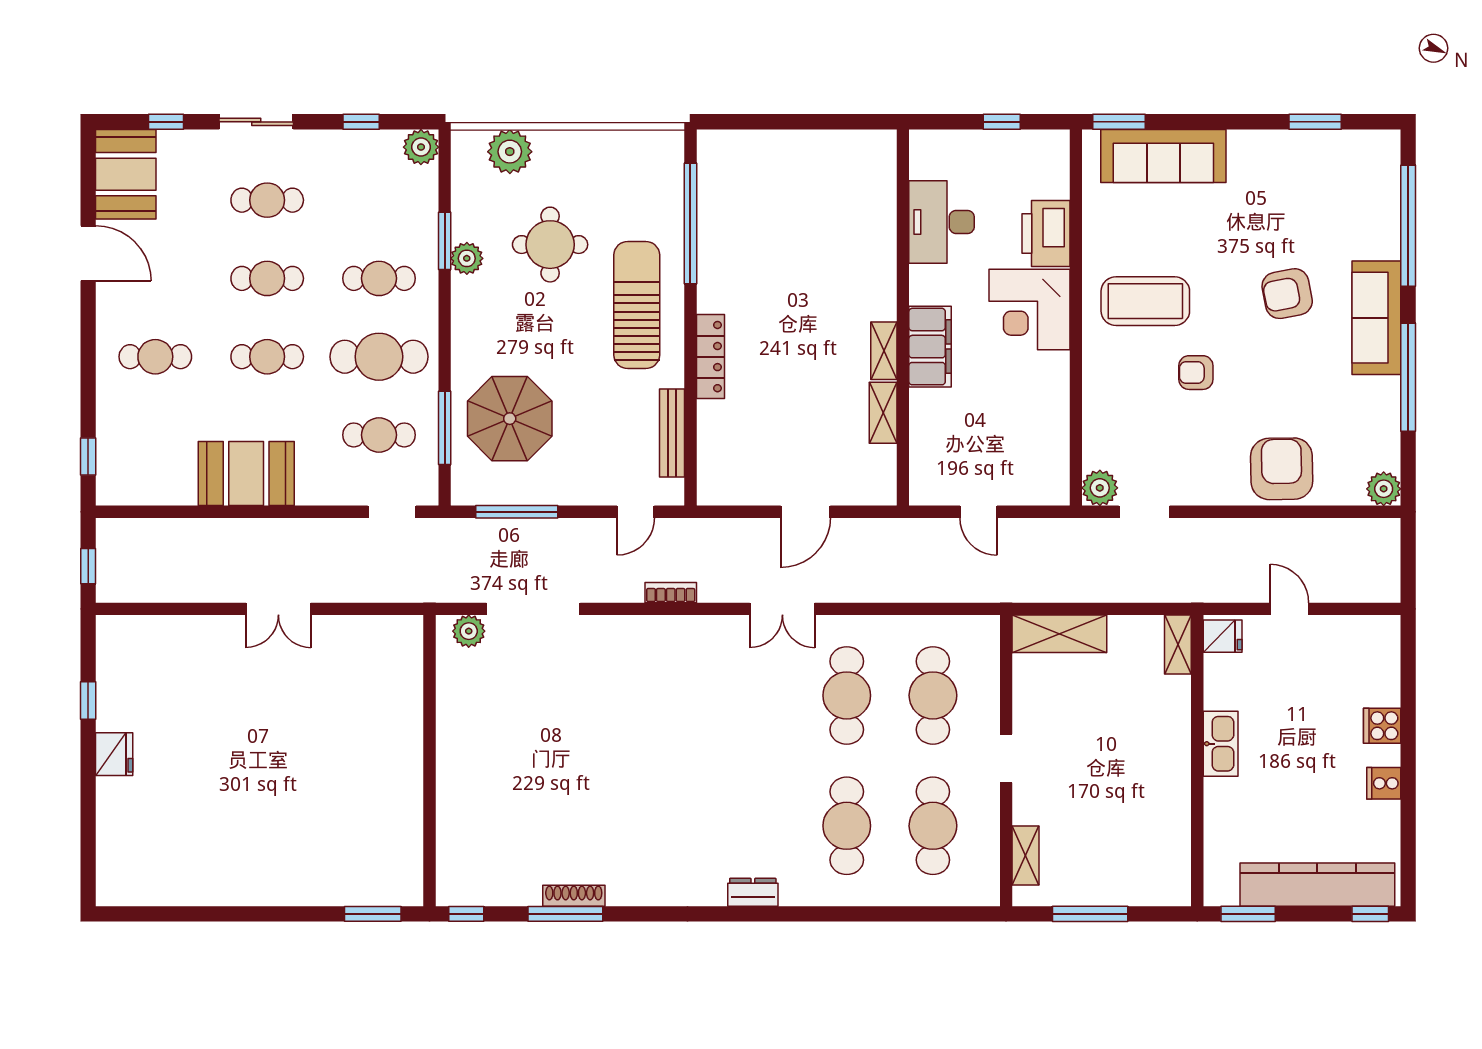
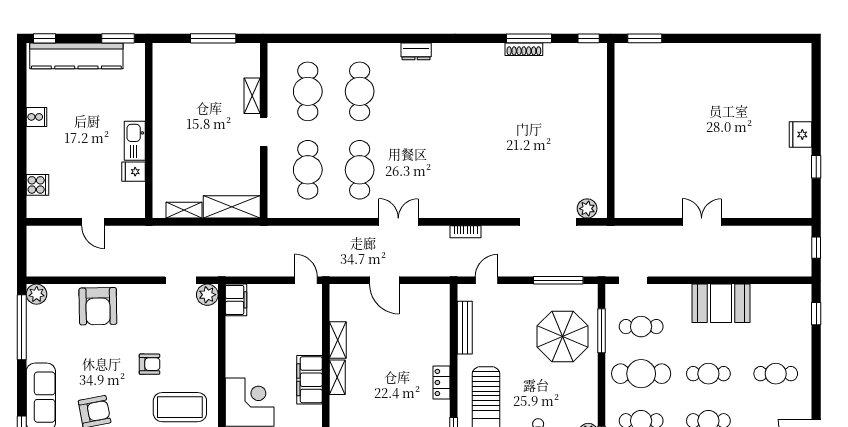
locker: (710, 357) -> (442, 382), width x0.66
window: (1408, 377) -> (22, 327), moved
filing cabinet: (1052, 479) -> (236, 300), added
door: (806, 512) -> (384, 280), swing flipped
door: (978, 512) -> (306, 280), moved
fridge: (1223, 636) -> (133, 172), moved
shelving: (1178, 645) -> (184, 210), moved, turned 90
cooker: (1382, 726) -> (37, 185), moved
shelving: (1025, 856) -> (252, 96), moved

